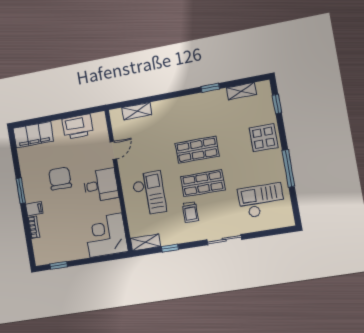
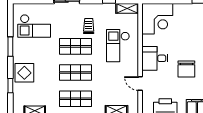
window: (277, 104) -> (10, 86), moved
shop shelf: (191, 116) -> (75, 99), added
door: (113, 150) -> (140, 84), hinge flipped
window: (288, 168) -> (10, 47), width x0.69

